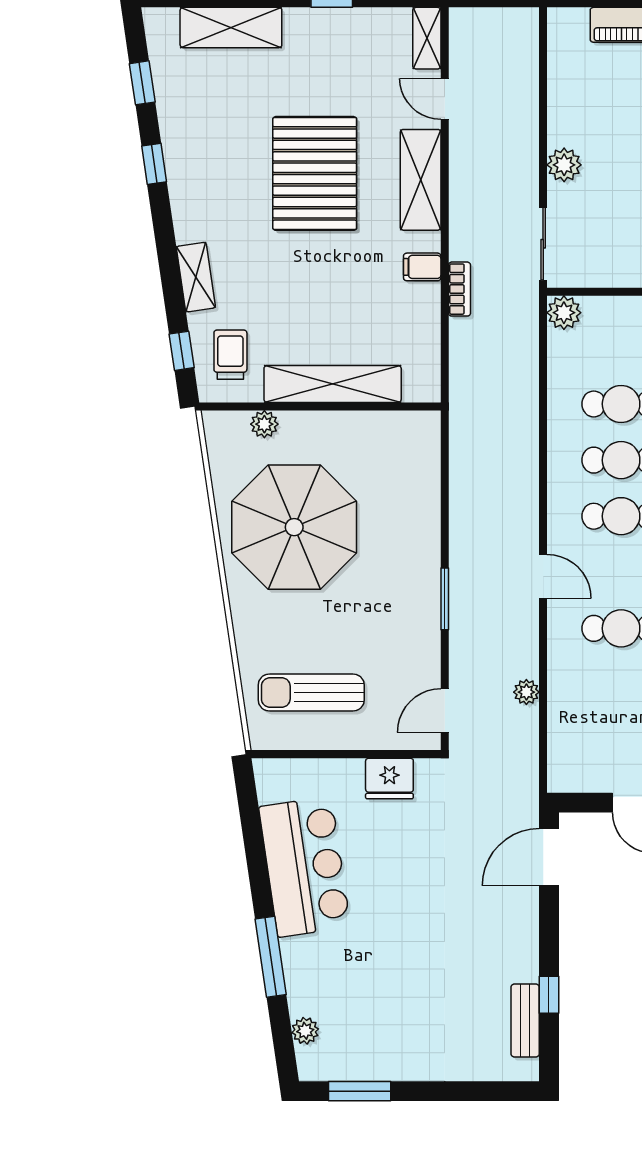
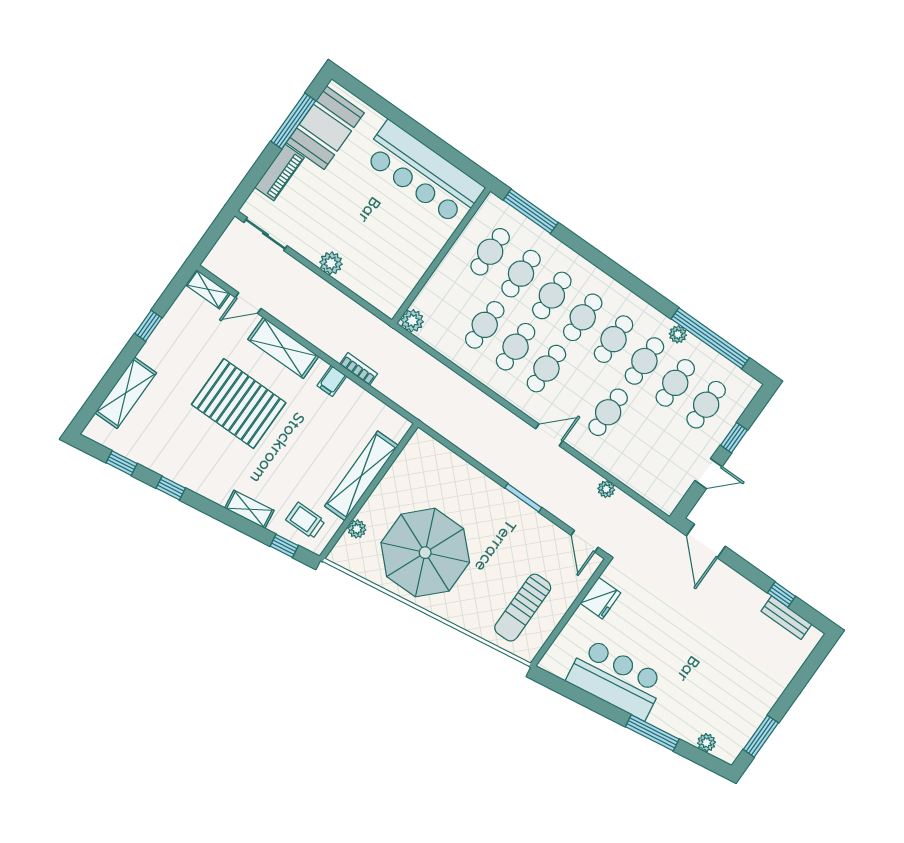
sliding door: (543, 244) -> (266, 234), moved

